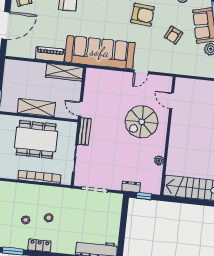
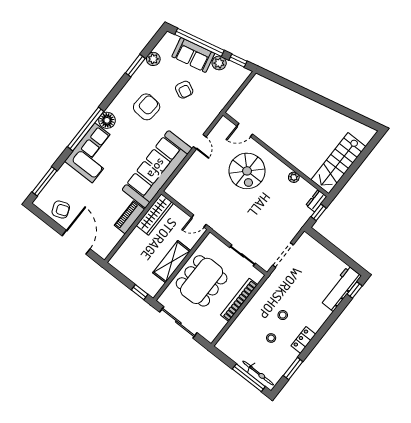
bench: (85, 131) -> (223, 230), removed
dresser: (131, 187) -> (316, 201), moved

